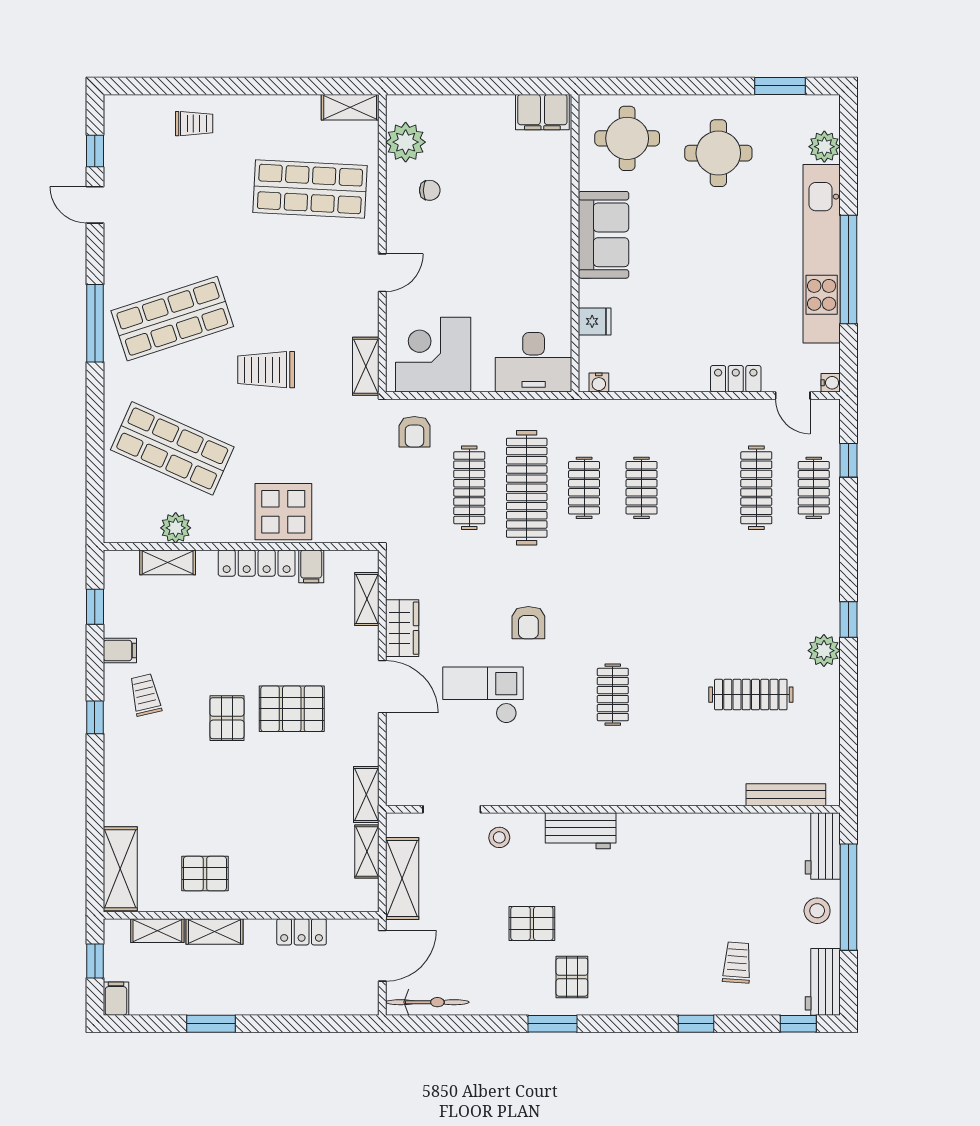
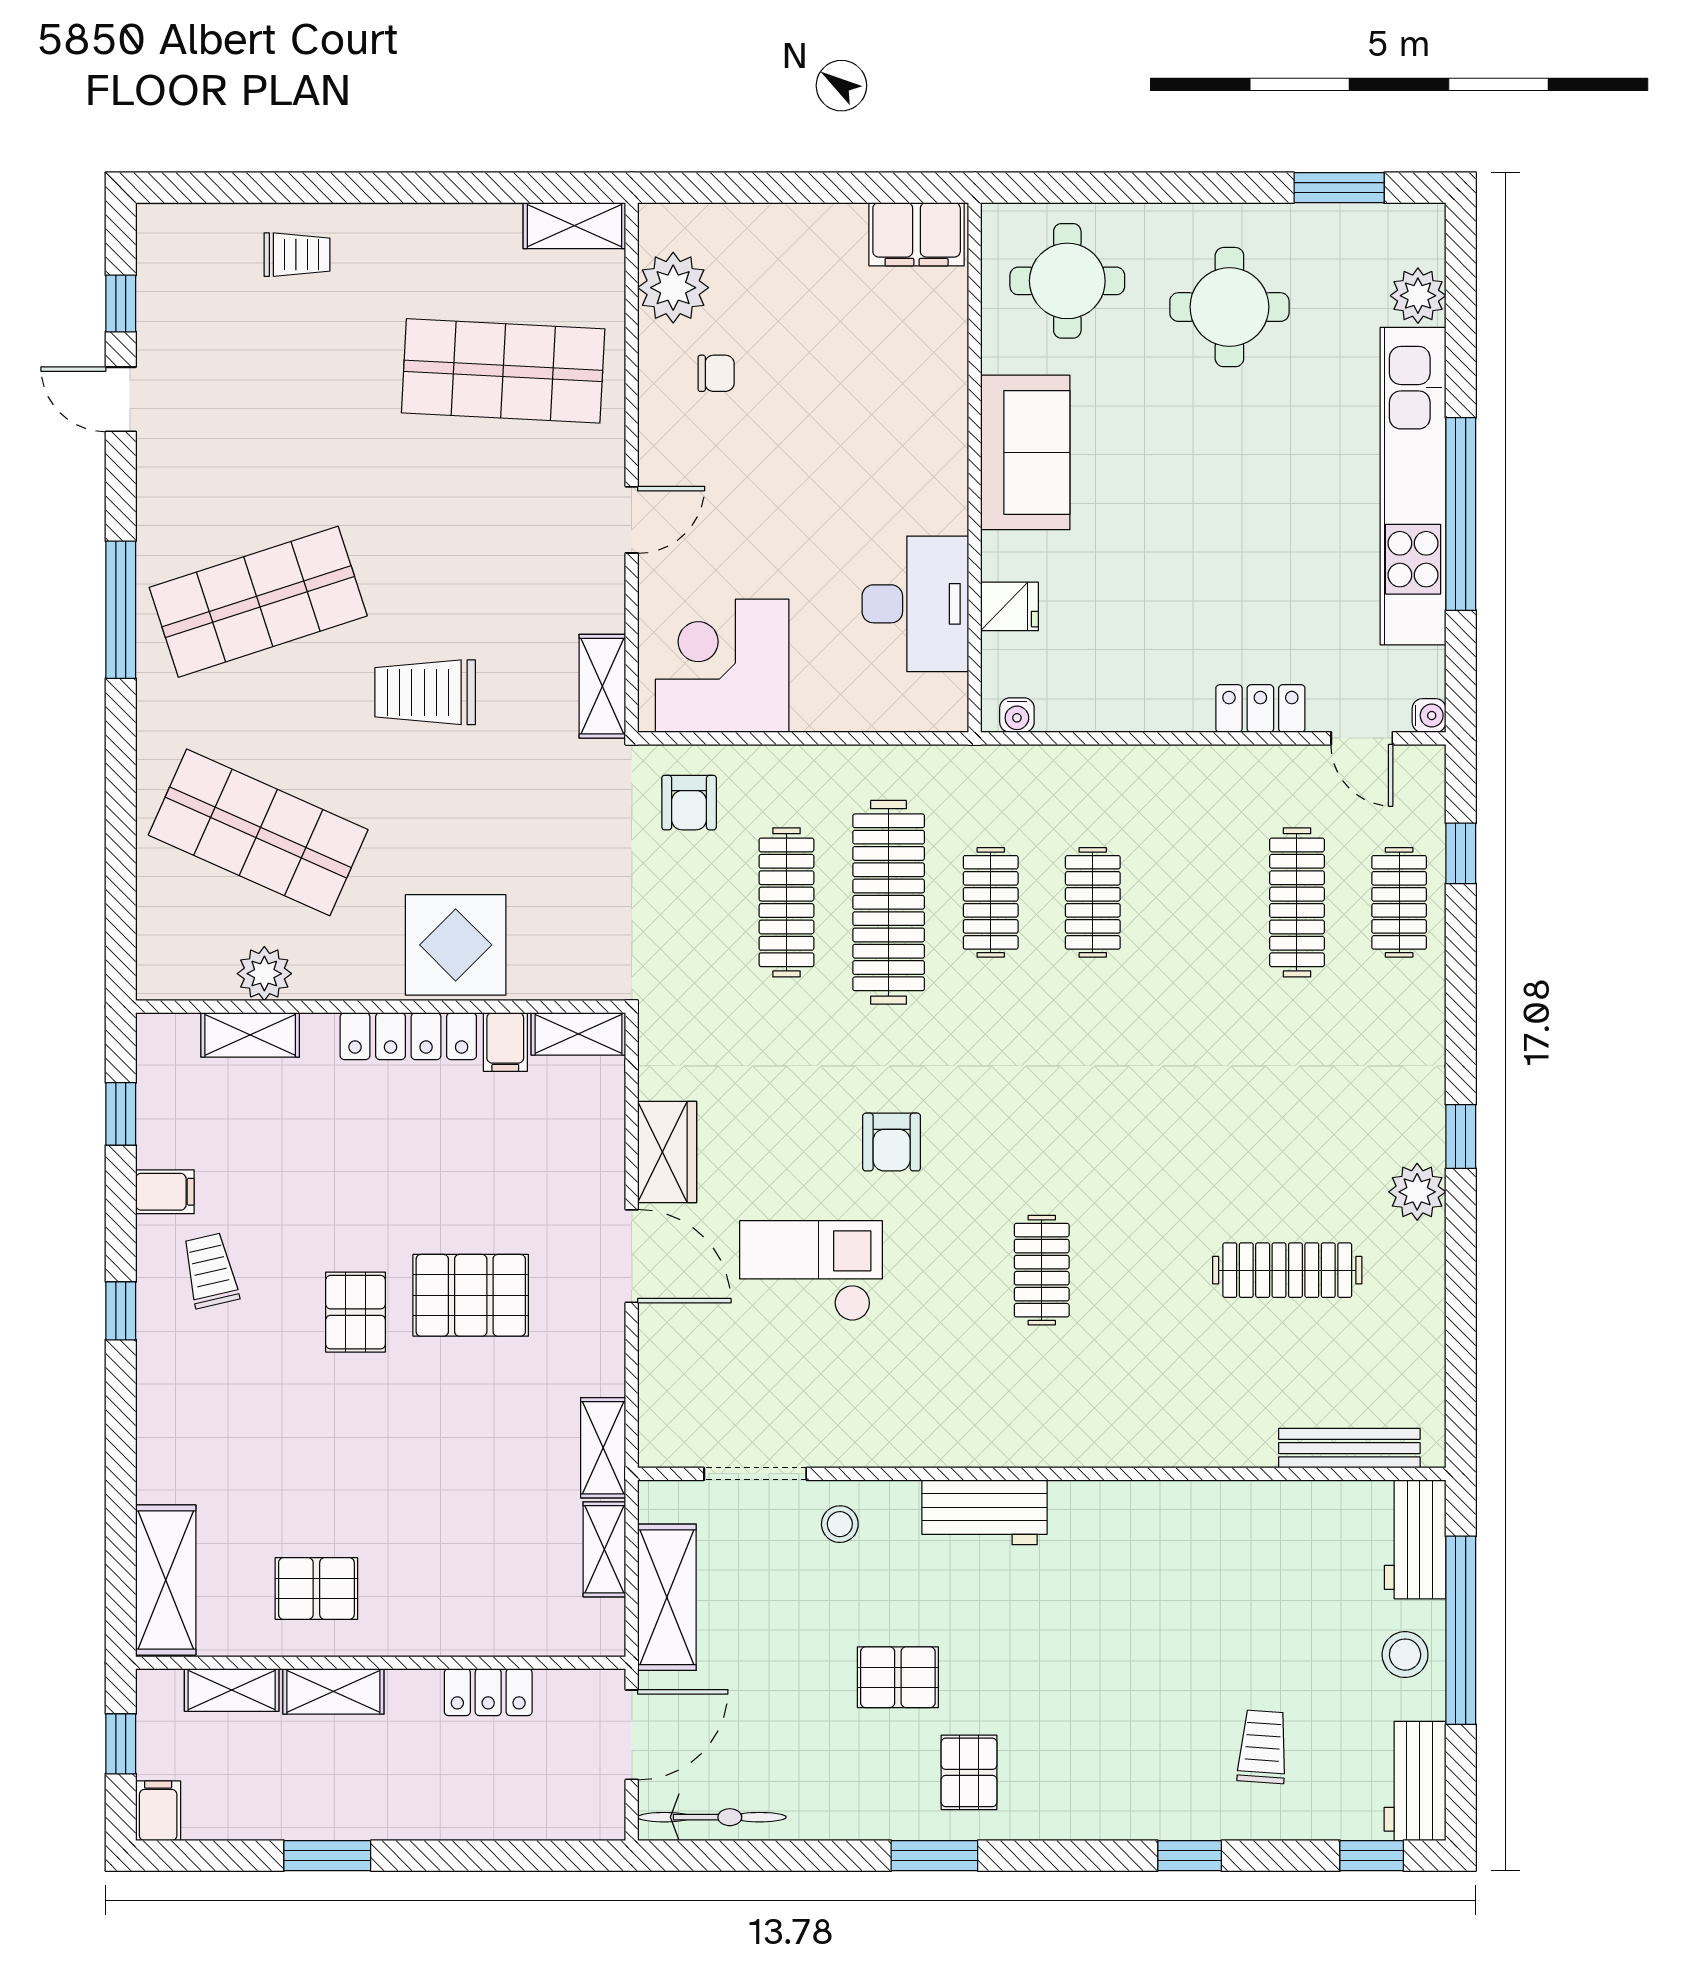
desk: (534, 362) -> (915, 604), moved, turned -90
shelving: (367, 599) -> (578, 1034), moved, turned 90

